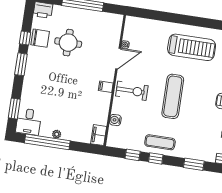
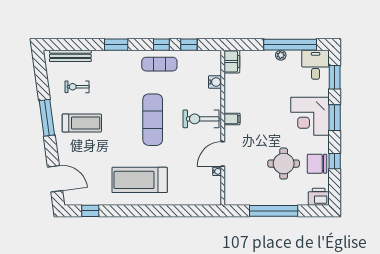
window: (21, 64) -> (335, 118), moved
corner desk: (40, 79) -> (310, 116), added

